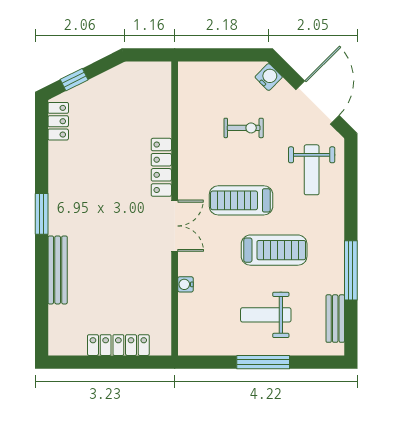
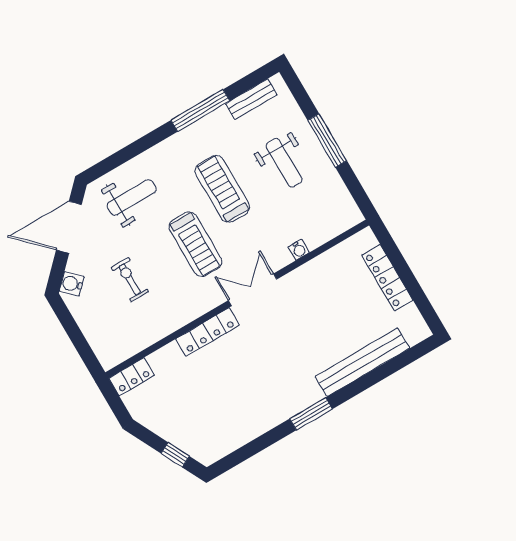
locker: (58, 121) -> (132, 377), moved, turned 180
bench: (58, 270) -> (362, 362), width x1.37, depth x1.21

